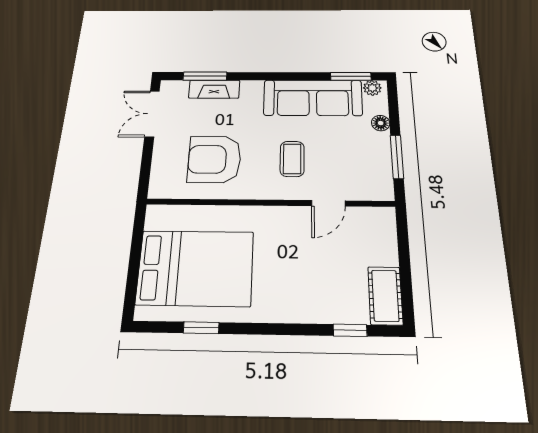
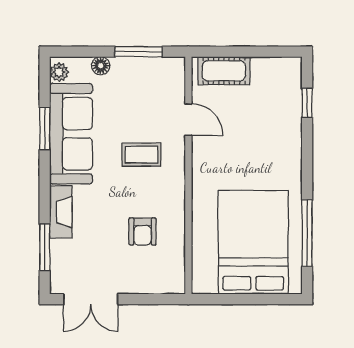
window: (351, 76) -> (45, 129), moved
fireplace: (214, 89) -> (61, 212), moved
armchair: (214, 159) -> (143, 231), width x0.53, depth x0.53
cot: (385, 296) -> (224, 71), moved
window: (201, 328) -> (307, 233), width x2.17

